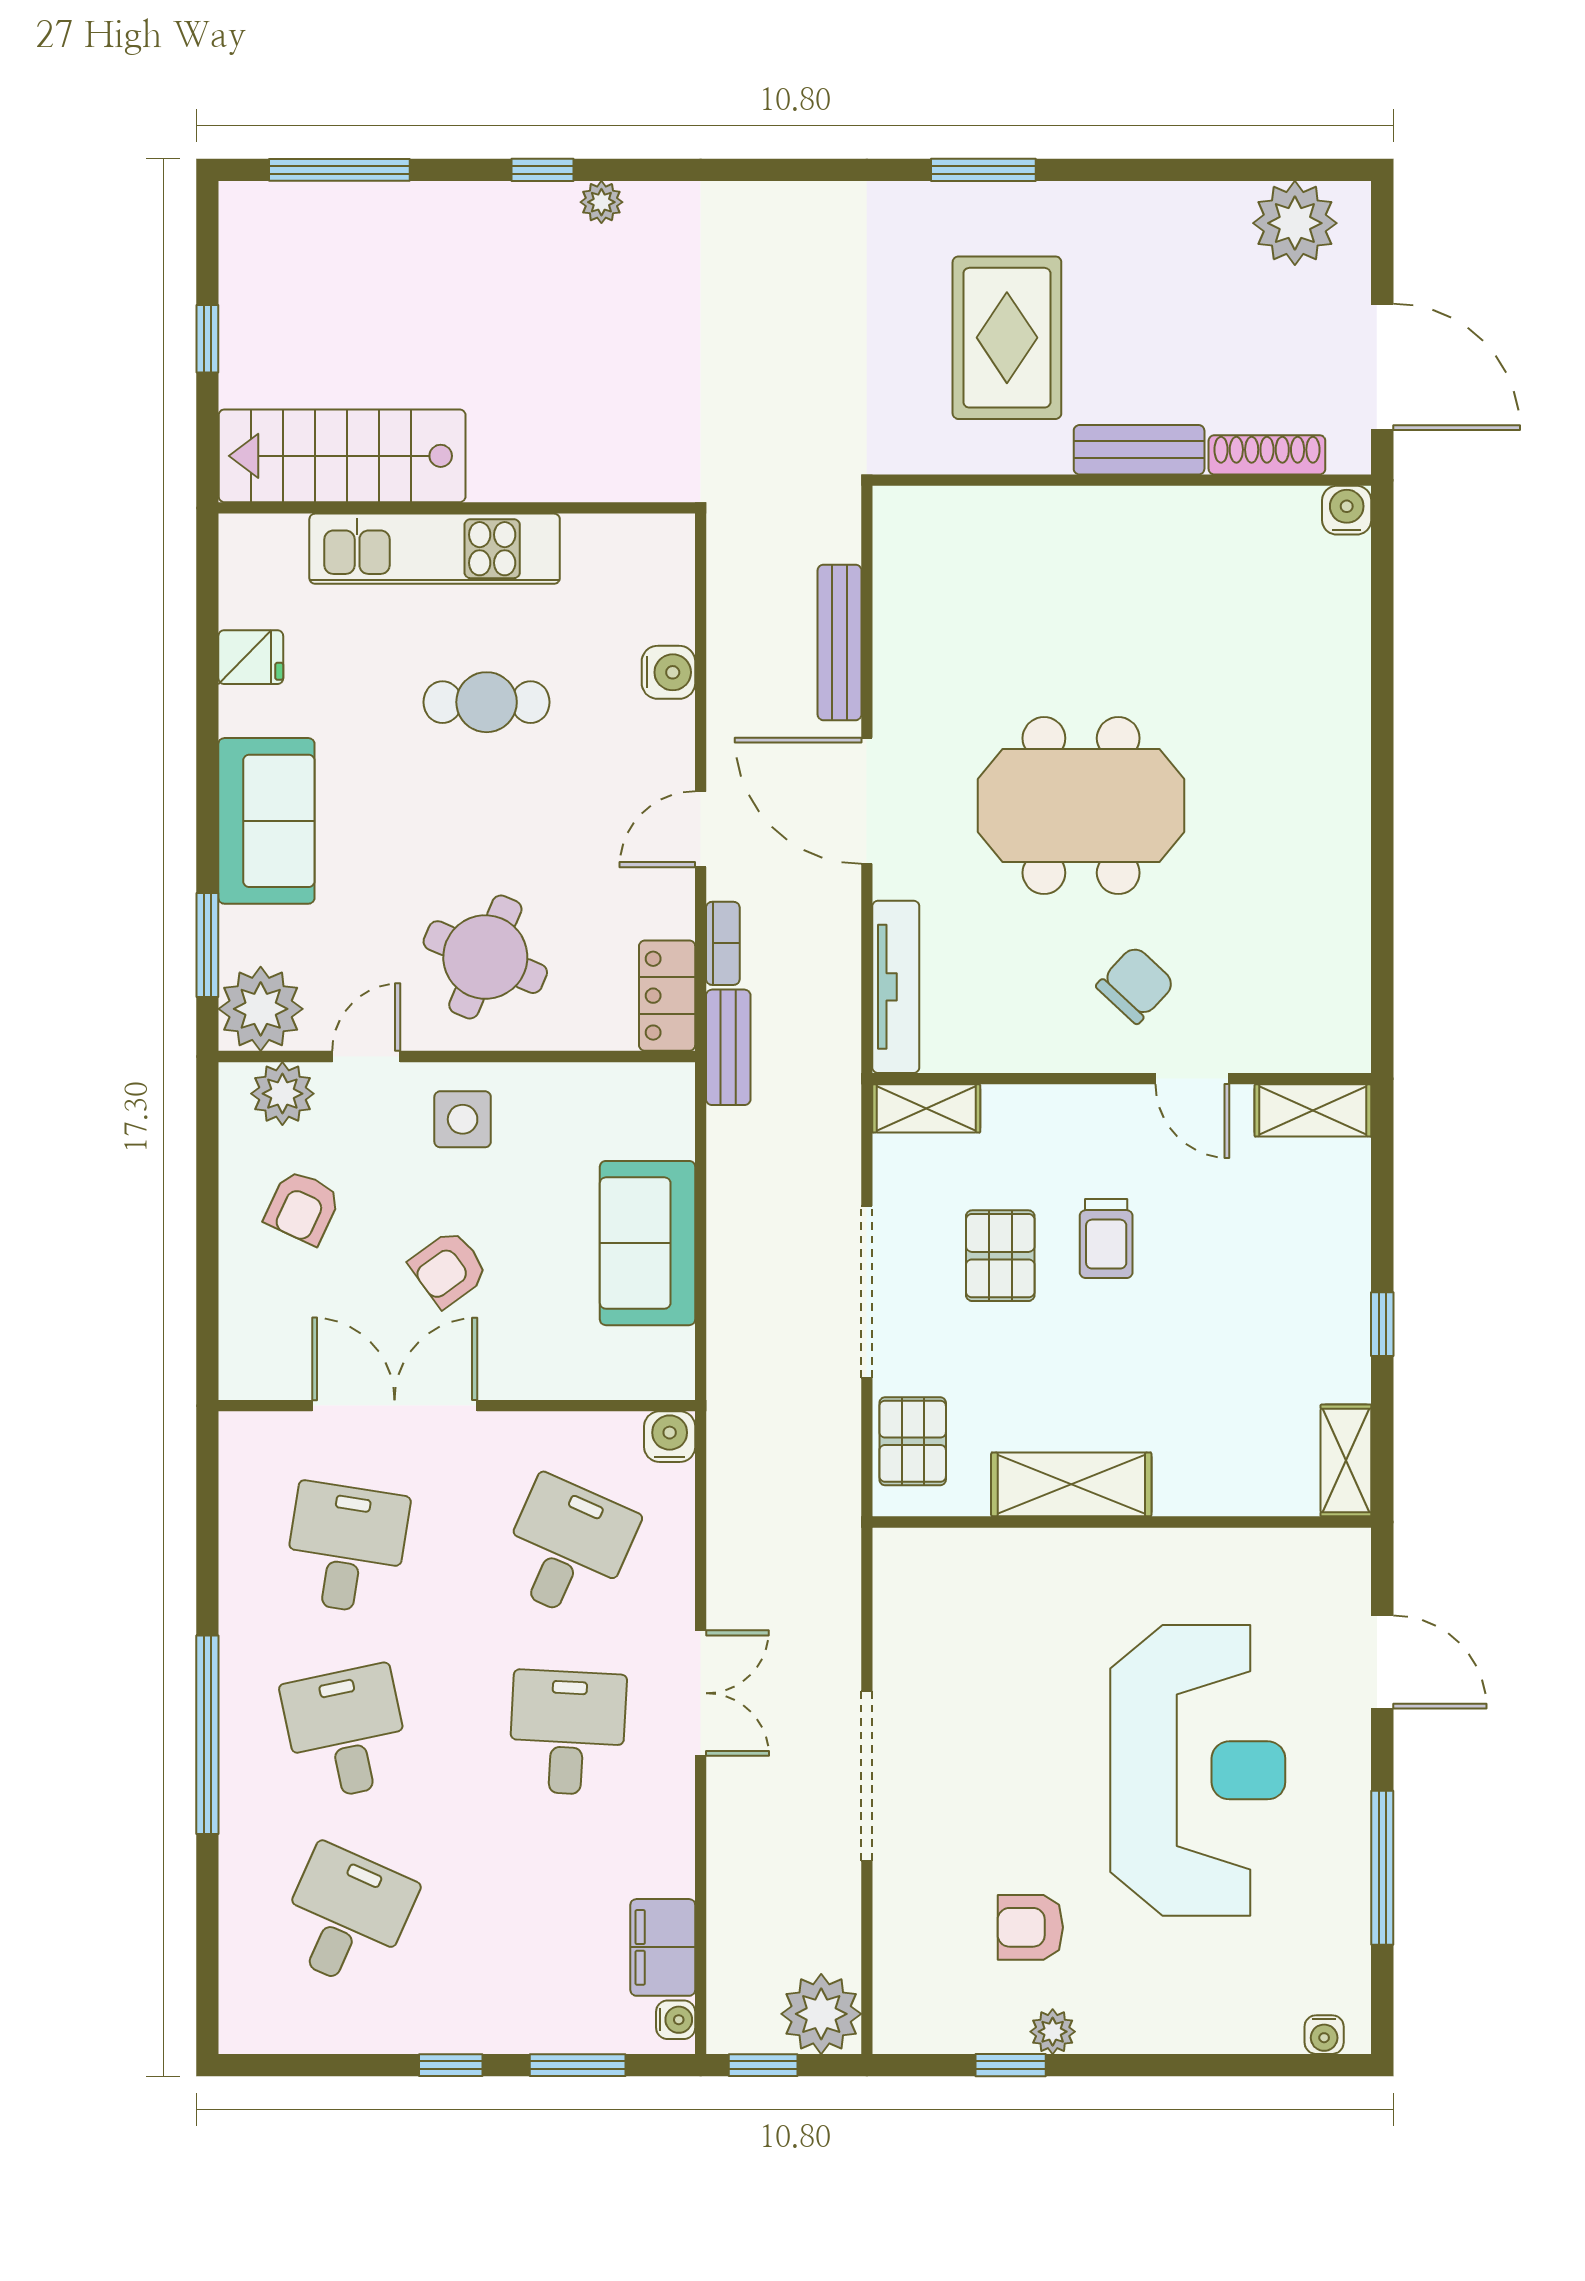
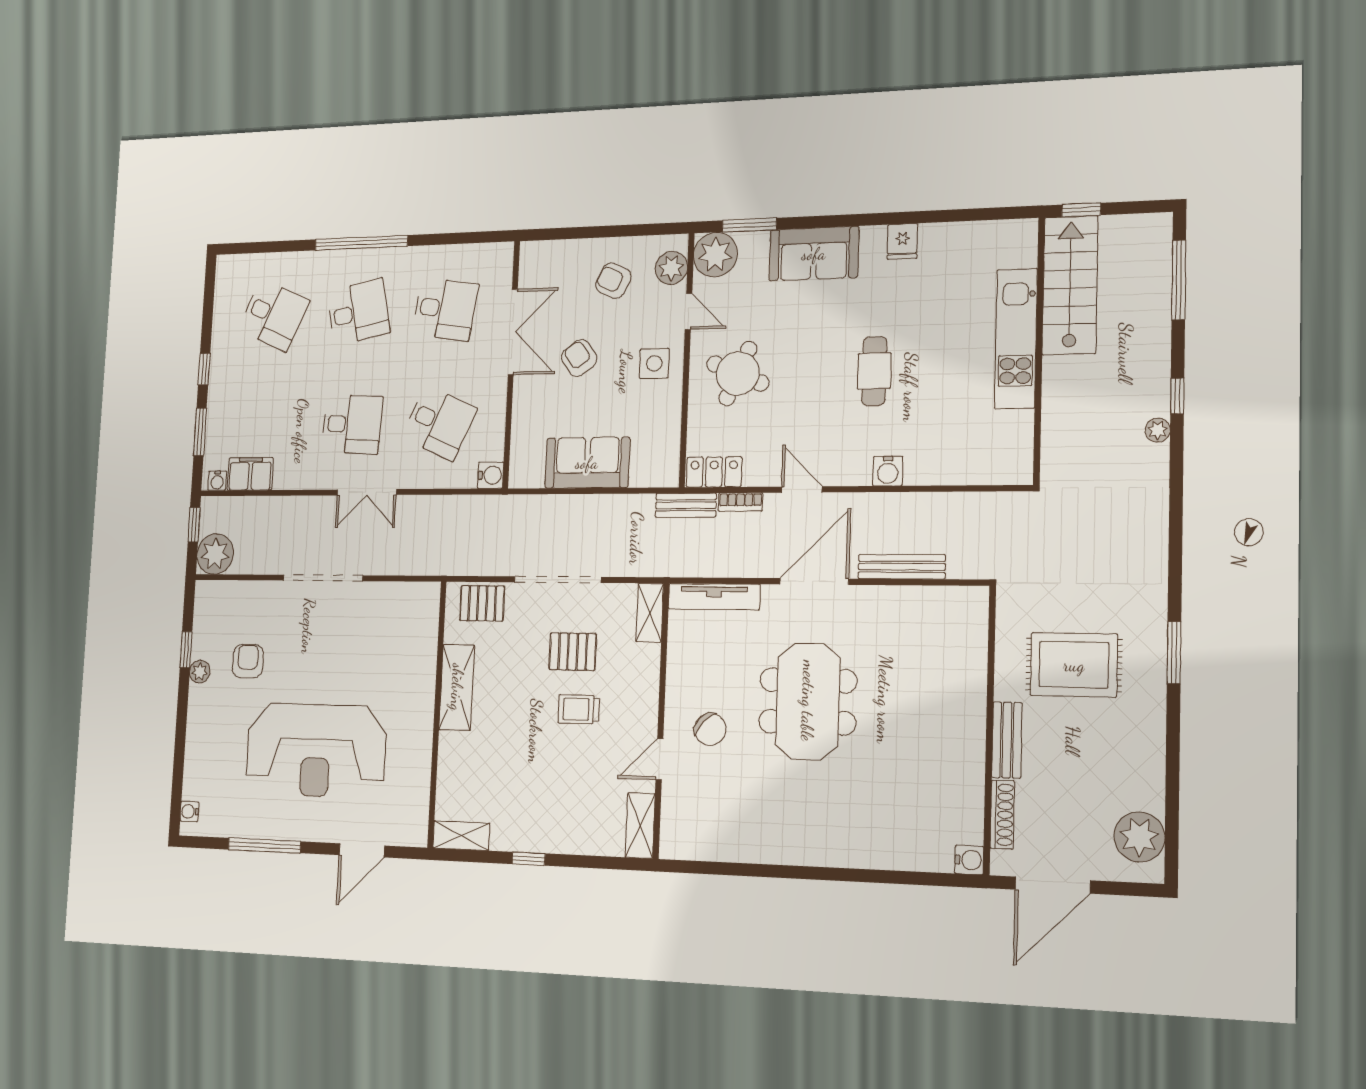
stairs: (342, 456) -> (1070, 285), moved
wall: (457, 508) -> (1039, 350), moved
kitchen unit: (435, 549) -> (1016, 339), moved

